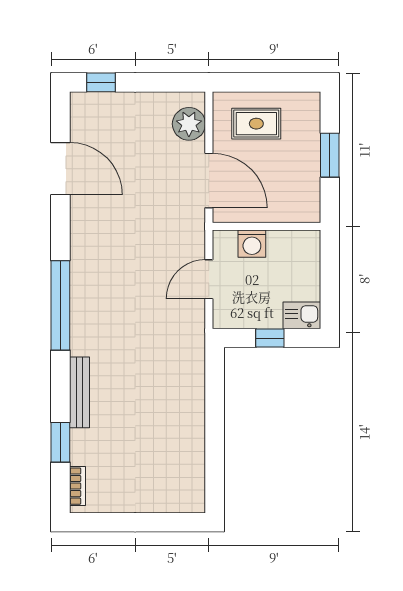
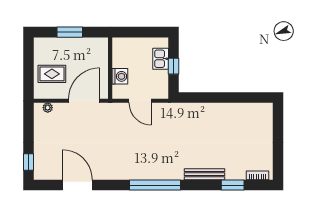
plant: (189, 124) -> (48, 108), width x0.53, depth x0.53
rug: (256, 124) -> (52, 74), turned 90
door: (60, 169) -> (77, 185), hinge flipped
kitchen sink: (302, 315) -> (161, 59), moved

